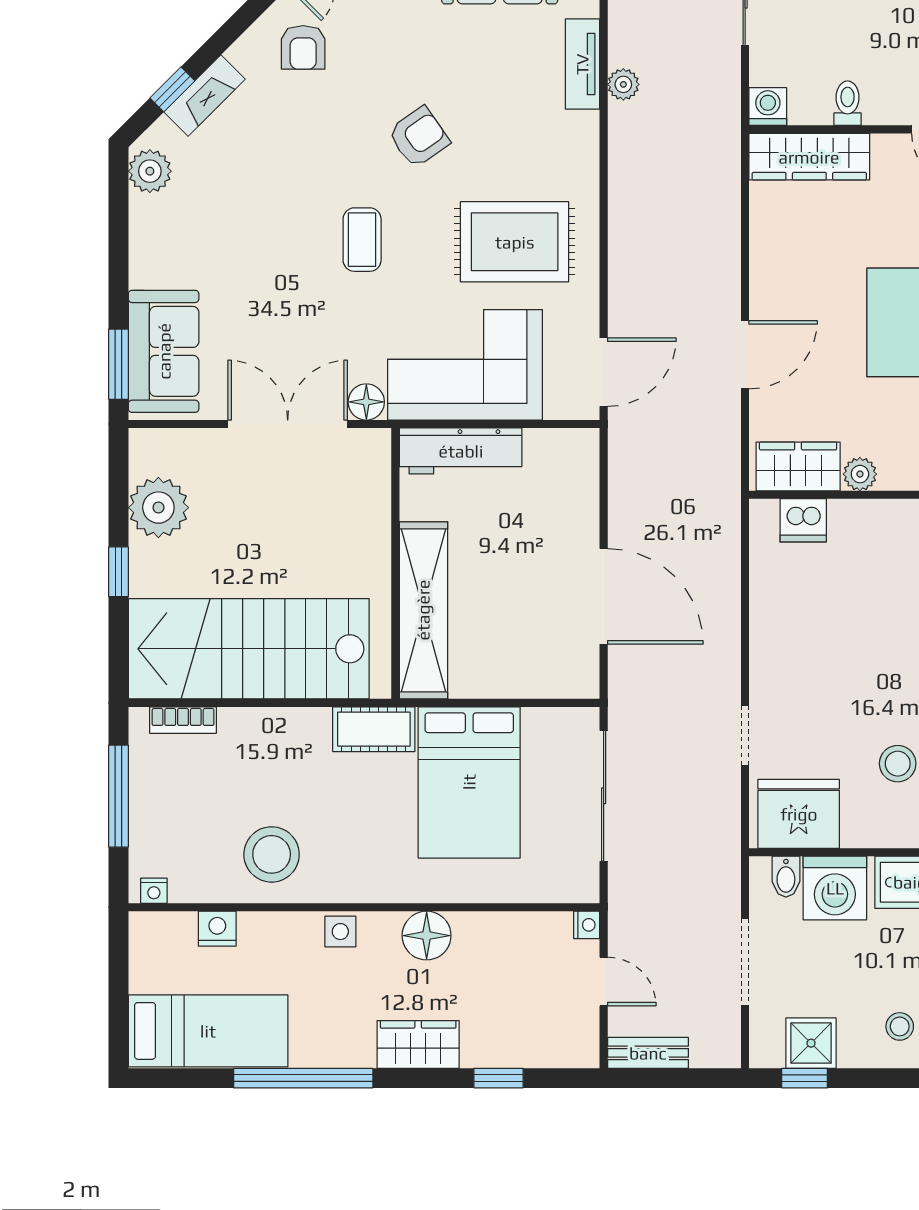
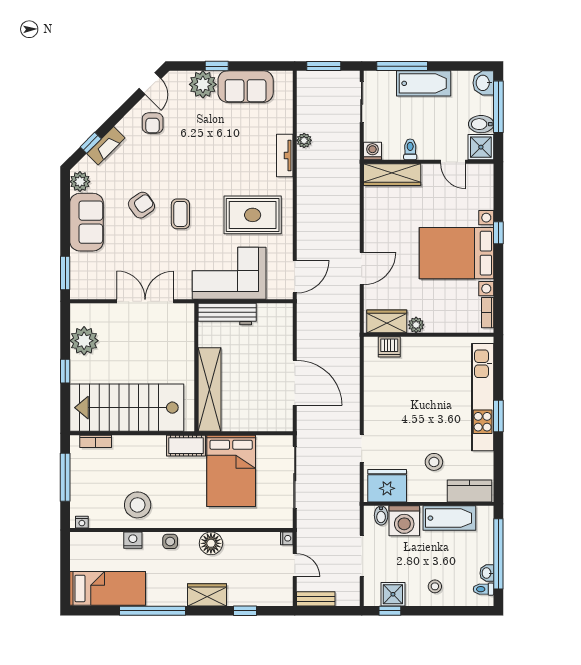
tv unit: (582, 64) -> (285, 156), moved
armchair: (419, 137) -> (141, 205), moved
sofa: (164, 351) -> (86, 222), moved
floor lamp: (366, 402) -> (182, 291), removed
nightstand: (217, 929) -> (133, 540), moved

